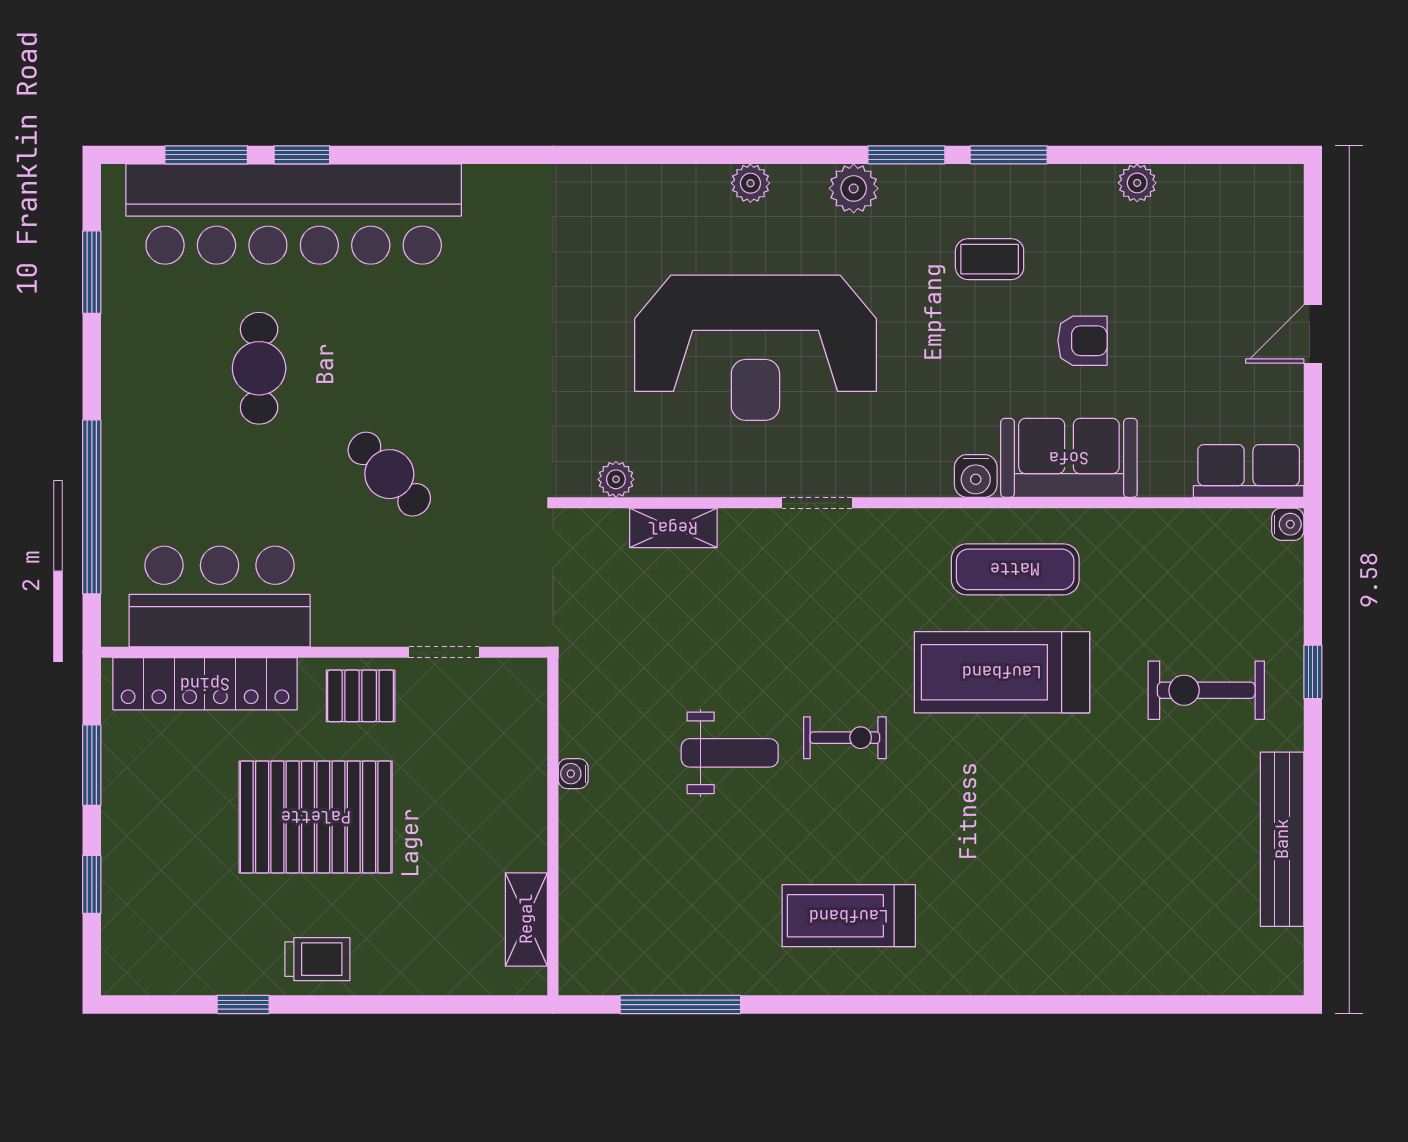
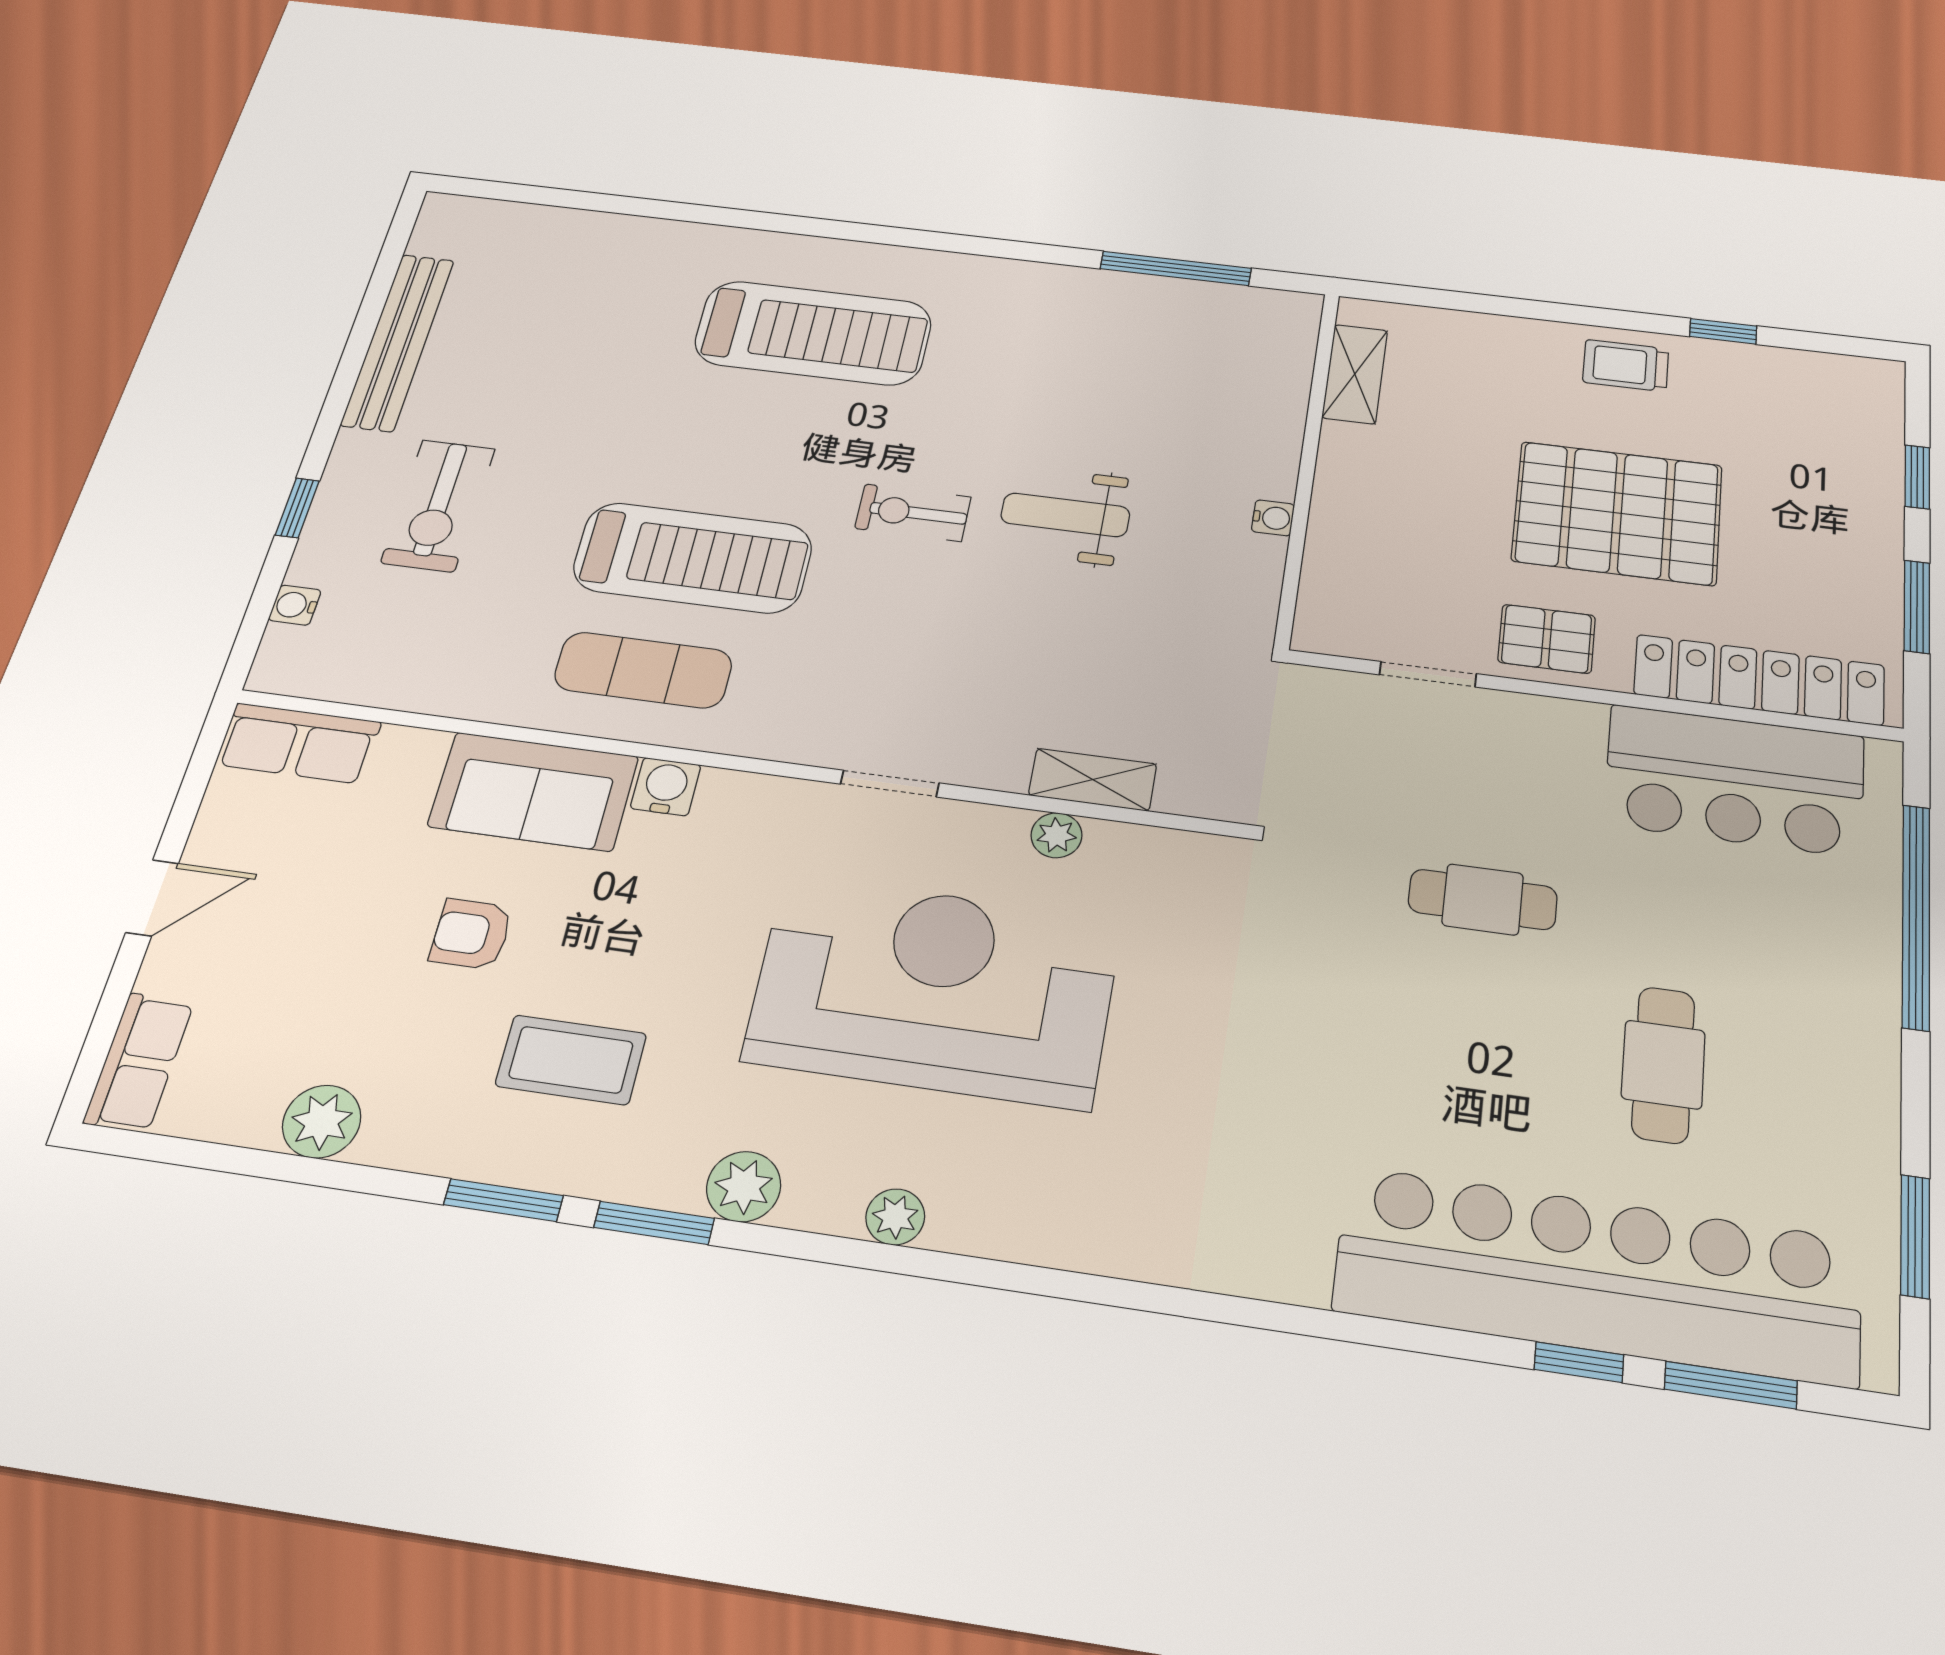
plant: (1137, 183) -> (322, 1121), width x1.38, depth x1.38
row of seats: (1280, 213) -> (139, 1062), added
coffee table: (990, 259) -> (571, 1060), width x1.36, depth x1.30
cafe table: (389, 474) -> (1483, 899), turned -46
plant: (616, 479) -> (1056, 835), moved
water cooler: (1288, 524) -> (295, 605), moved
exercise bike: (1206, 690) -> (438, 505), turned 90
treadmill: (849, 916) -> (813, 333), moved, width x1.37, depth x1.38

